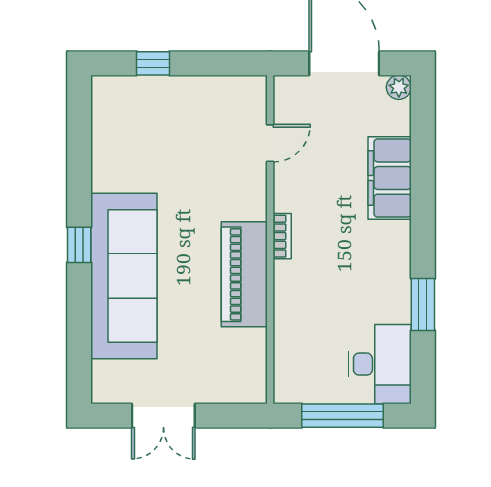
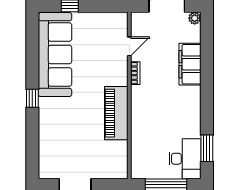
bookcase: (282, 236) -> (135, 73), moved
sofa: (124, 276) -> (55, 55), moved
window: (423, 305) -> (207, 148), moved

